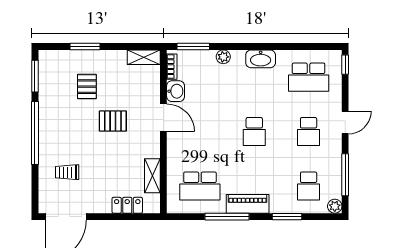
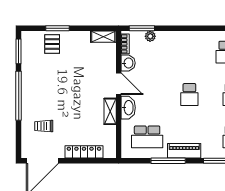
plant: (223, 57) -> (150, 36), moved
washbasin: (261, 59) -> (128, 108), moved, turned -90
pallet: (87, 87) -> (52, 44), moved
pallet: (113, 121) -> (79, 86), removed
shelving: (152, 176) -> (110, 111), moved
locker: (127, 205) -> (84, 152), width x1.53

